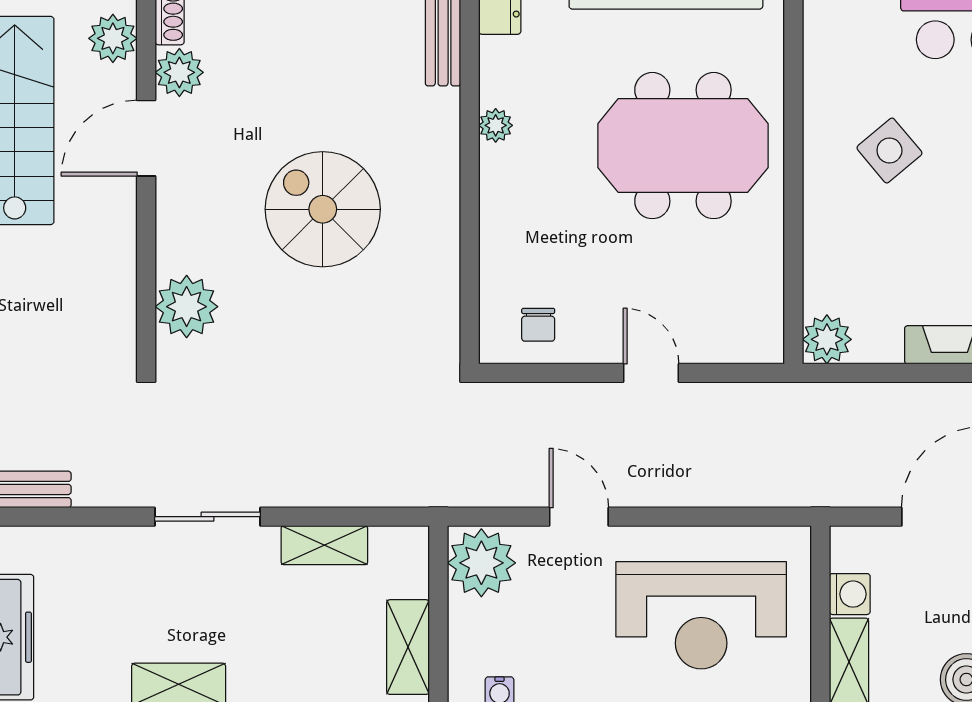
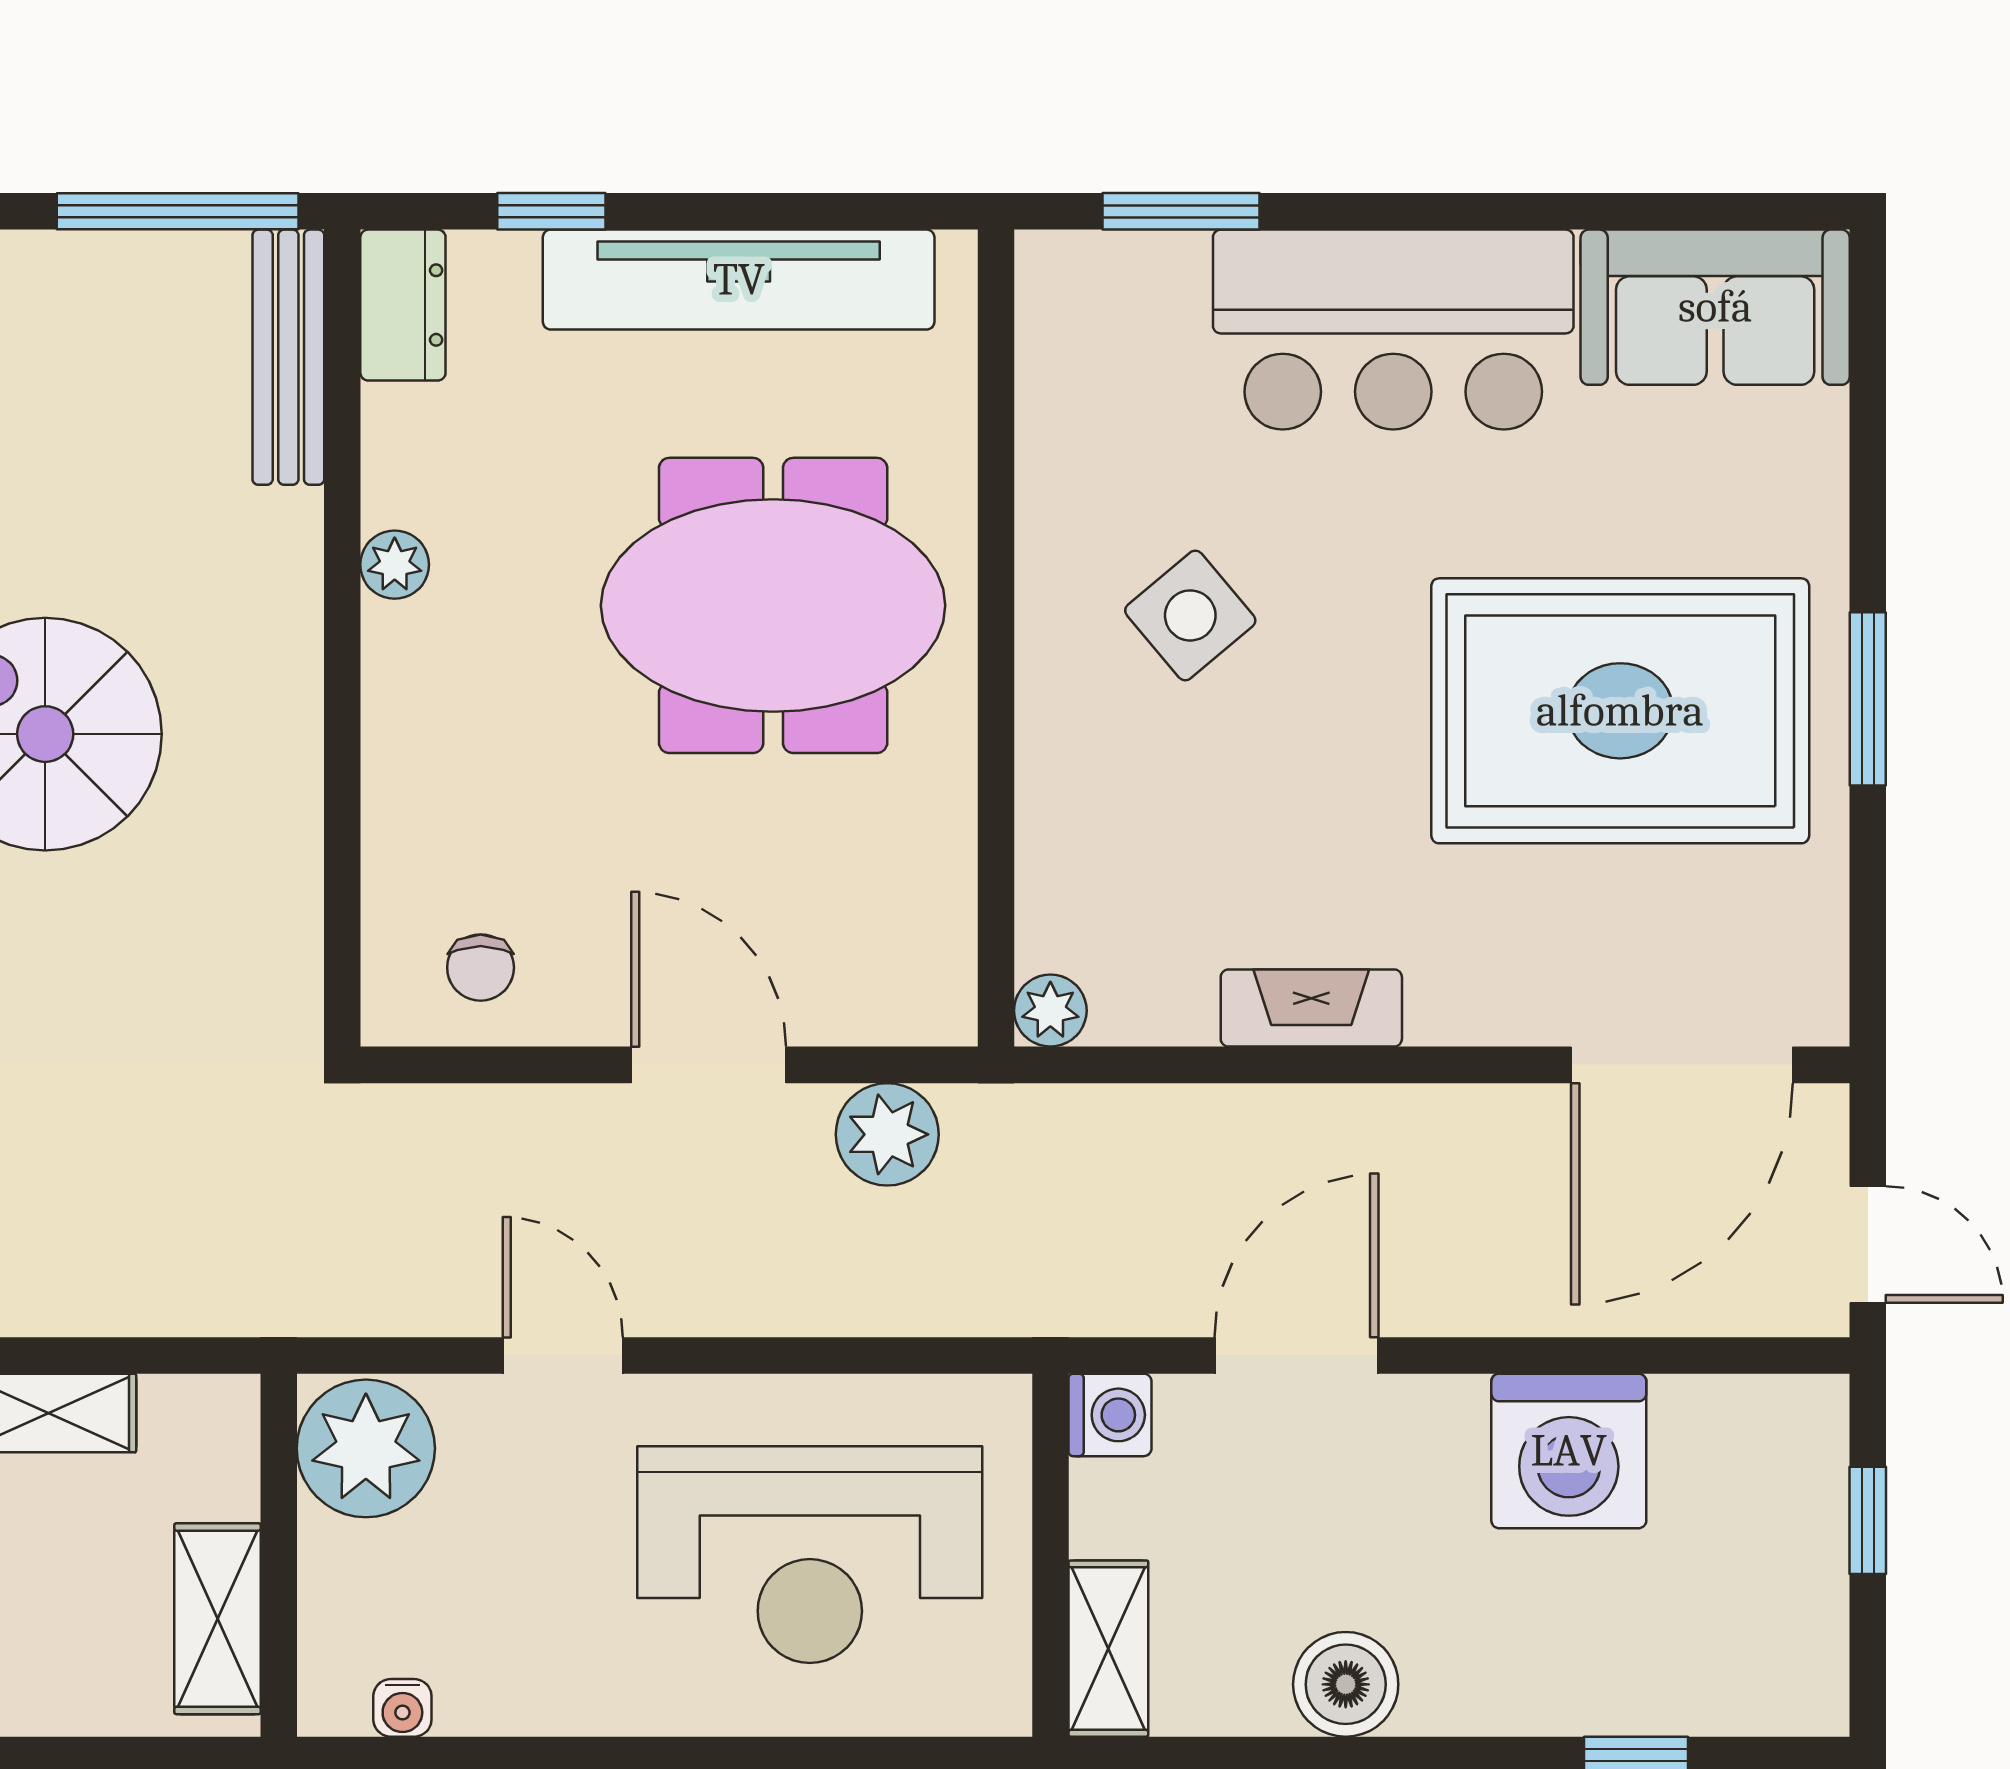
plant: (827, 339) -> (1050, 1011), width x0.73, depth x0.73
door: (651, 373) -> (709, 1065), width x1.38
plant: (739, 407) -> (887, 1134), added
washing machine: (850, 594) -> (1110, 1415), moved

